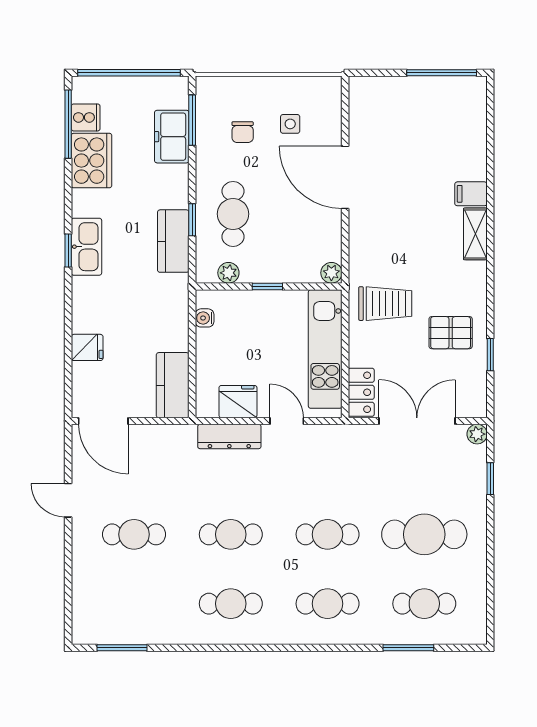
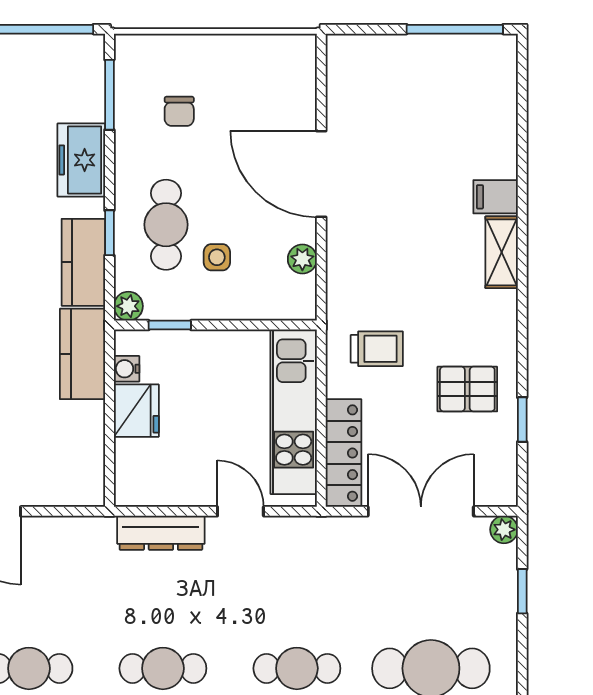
side table: (290, 124) -> (217, 257), moved
freezer: (172, 137) -> (81, 160), moved
plant: (228, 273) -> (128, 306), moved
plant: (331, 273) -> (302, 259), moved
window: (267, 286) -> (170, 325), moved
trolley: (385, 304) -> (377, 349), width x0.73, depth x0.72
kitchen counter: (173, 385) -> (82, 354), moved
locker: (361, 392) -> (343, 453), width x1.53
fridge: (238, 402) -> (136, 411), moved, turned 90

